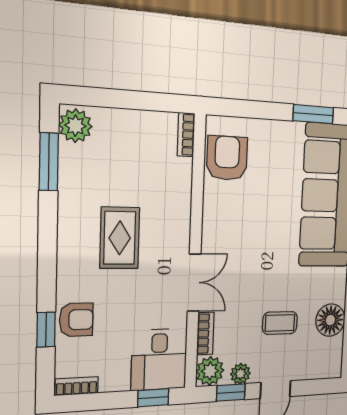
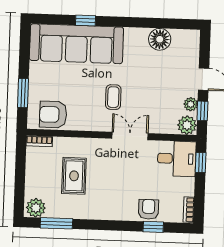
window: (313, 114) -> (23, 93), moved
rug: (120, 238) -> (74, 176), moved, turned 90
coffee table: (280, 323) -> (113, 97), moved
bookcase: (205, 333) -> (163, 128), removed

